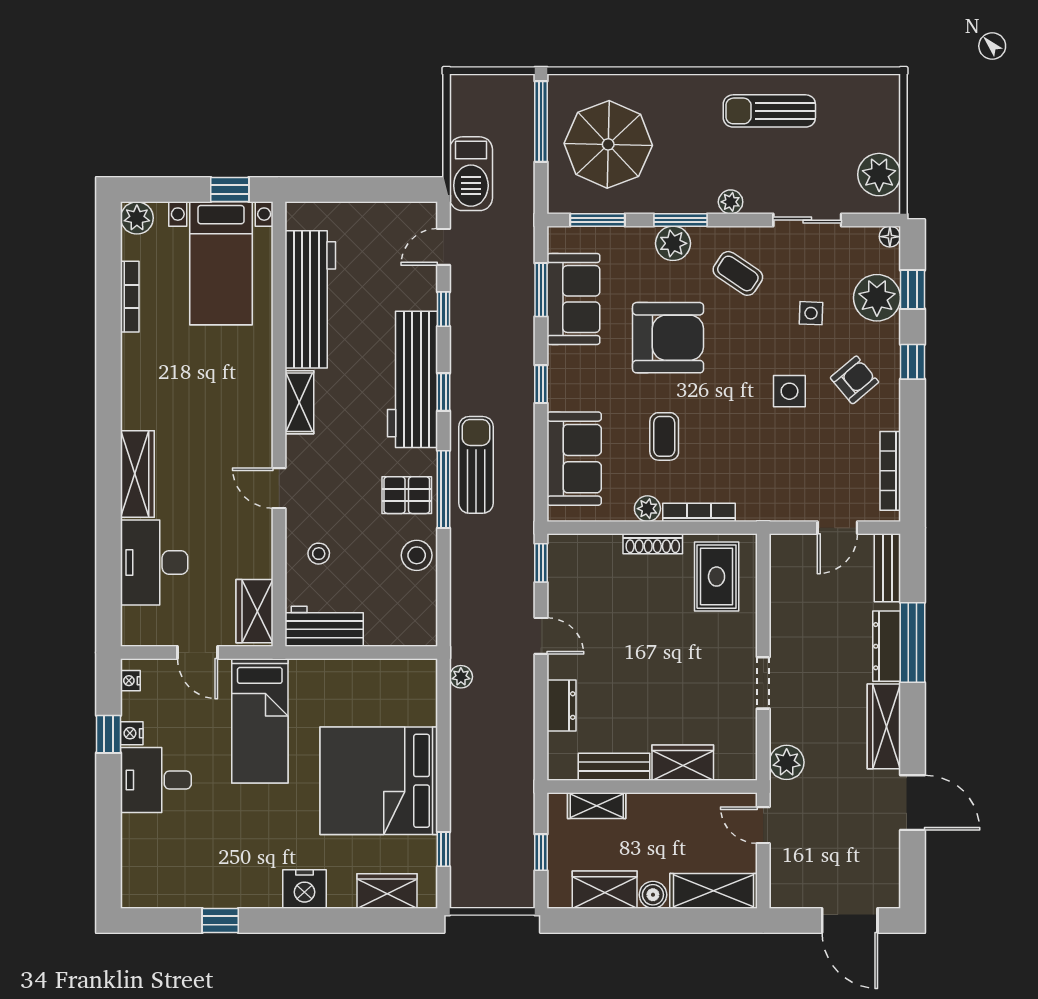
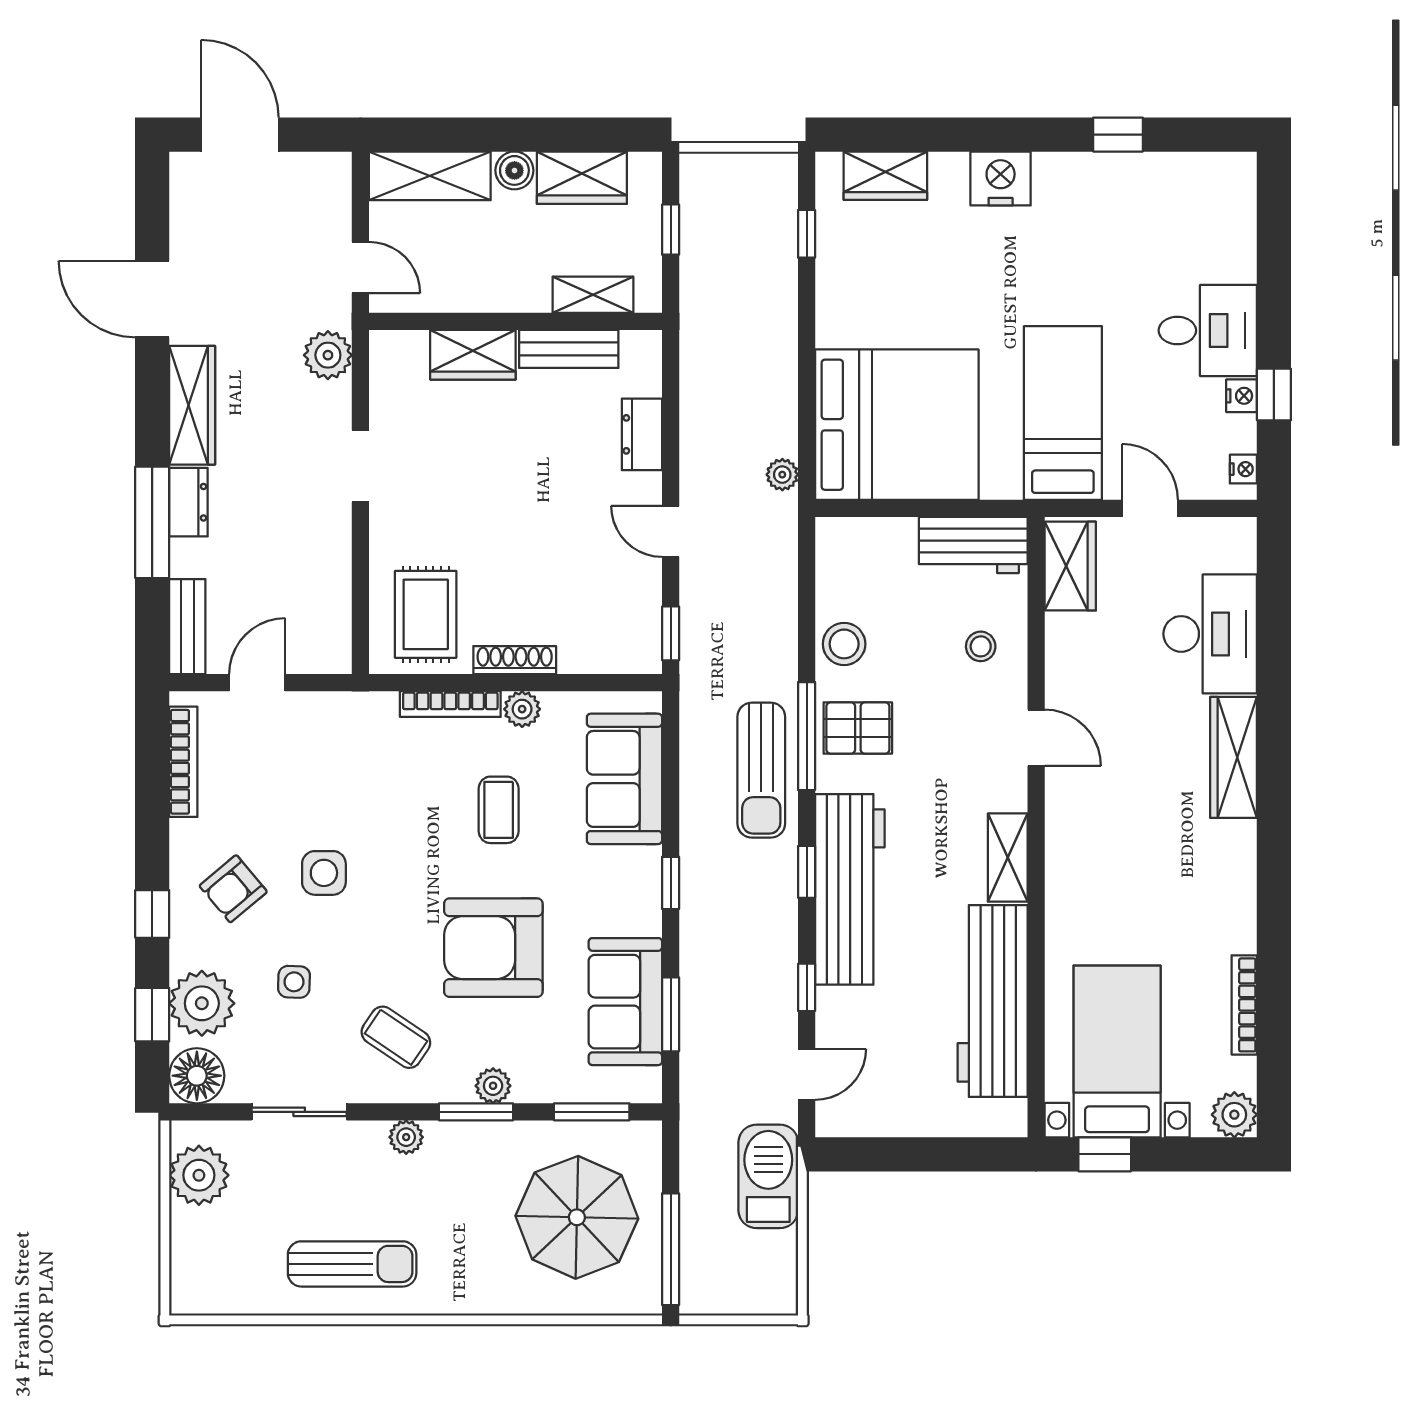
floor lamp: (890, 237) -> (197, 1076), width x1.89, depth x1.89
plant: (673, 243) -> (493, 1086), width x0.73, depth x0.73
dresser: (887, 646) -> (188, 502), width x0.70
bed: (379, 781) -> (897, 425), moved

